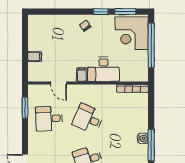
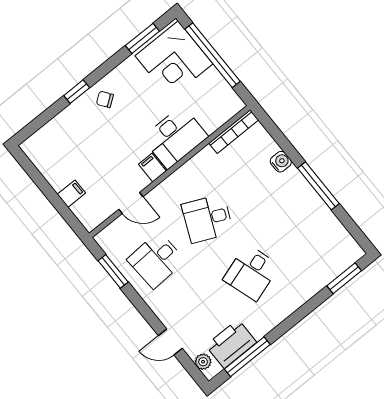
window: (101, 12) -> (77, 92), moved
water cooler: (143, 138) -> (281, 162), moved

